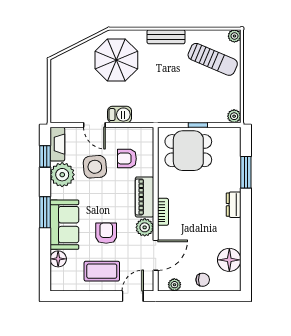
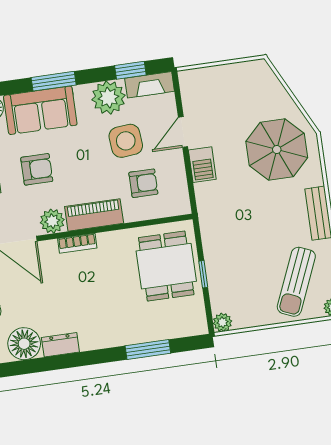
armchair: (127, 159) -> (143, 183), turned 90
dresser: (234, 205) -> (60, 345), moved

